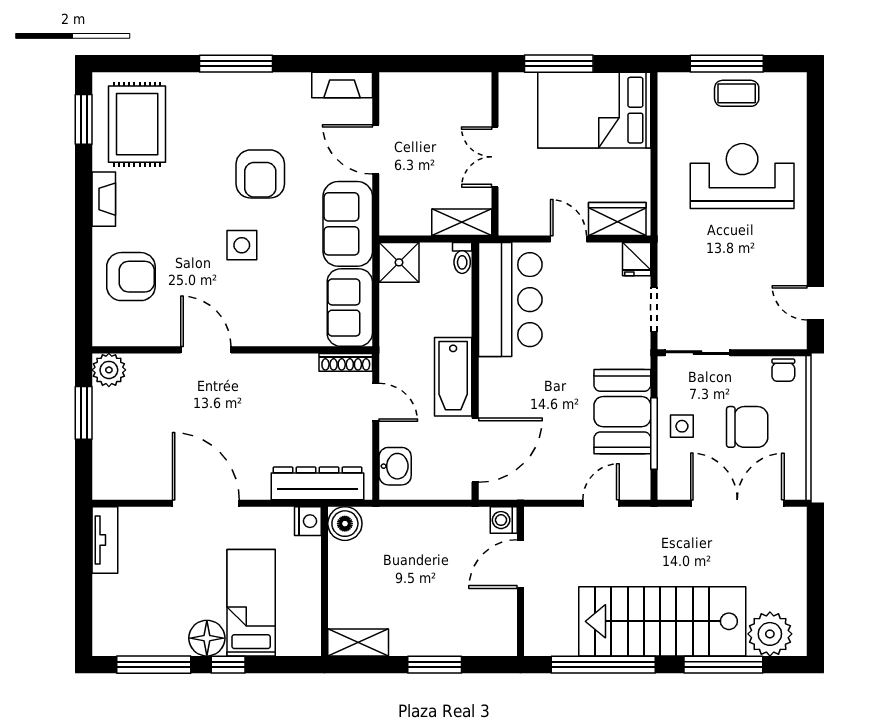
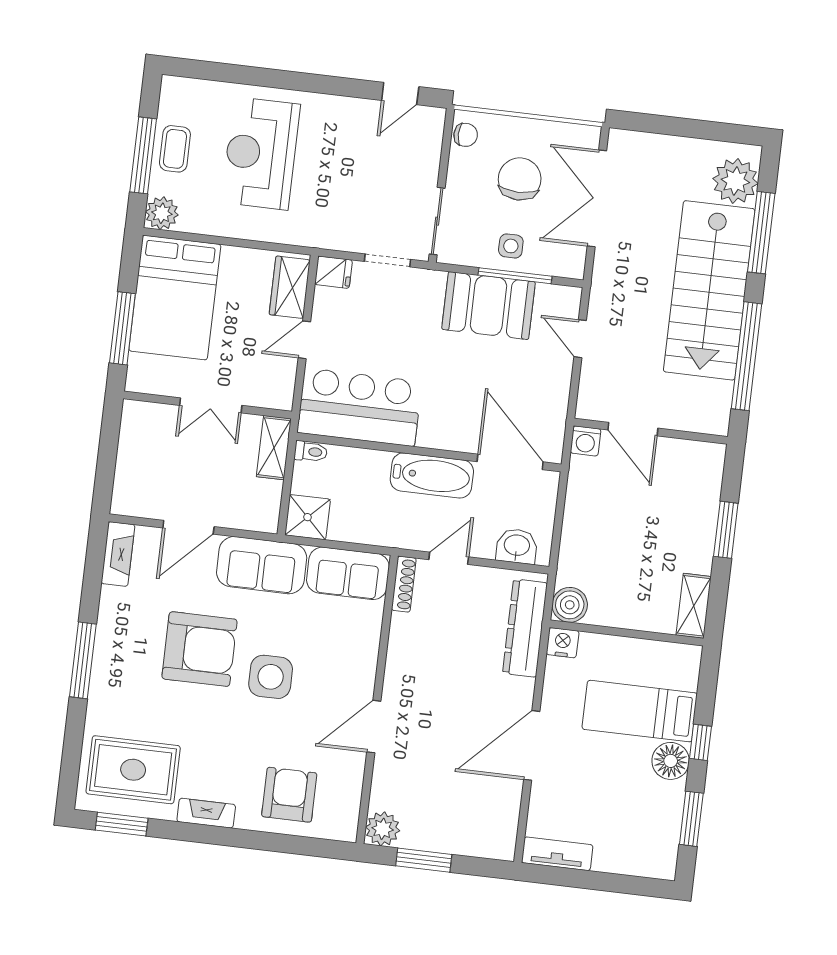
plant: (673, 88) -> (162, 213), added
armchair: (260, 174) -> (199, 649), width x1.36, depth x1.36
side table: (242, 245) -> (271, 677), width x1.37, depth x1.37
window: (154, 665) -> (691, 819), width x0.69

